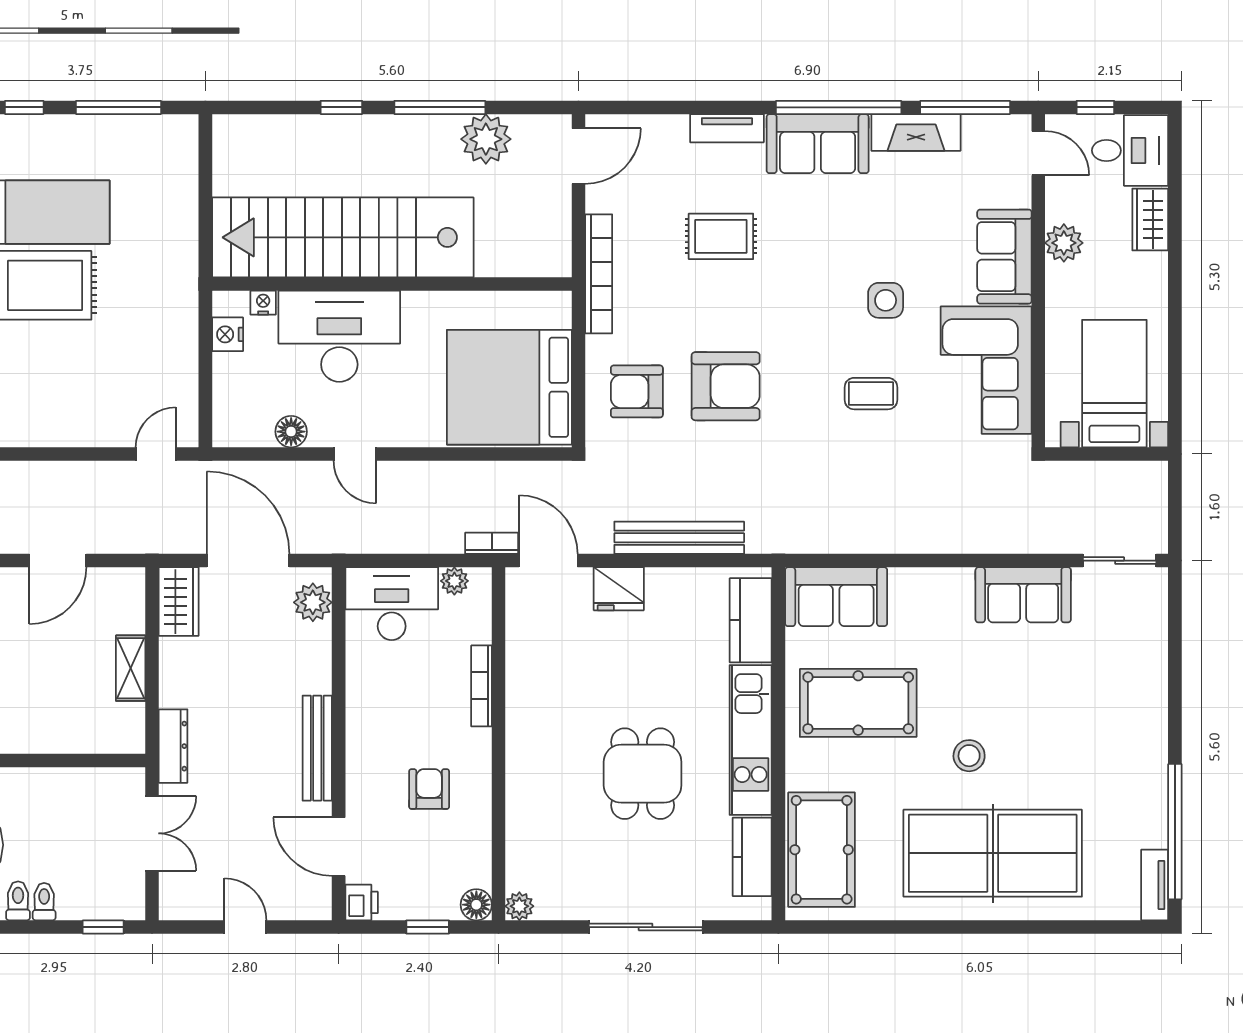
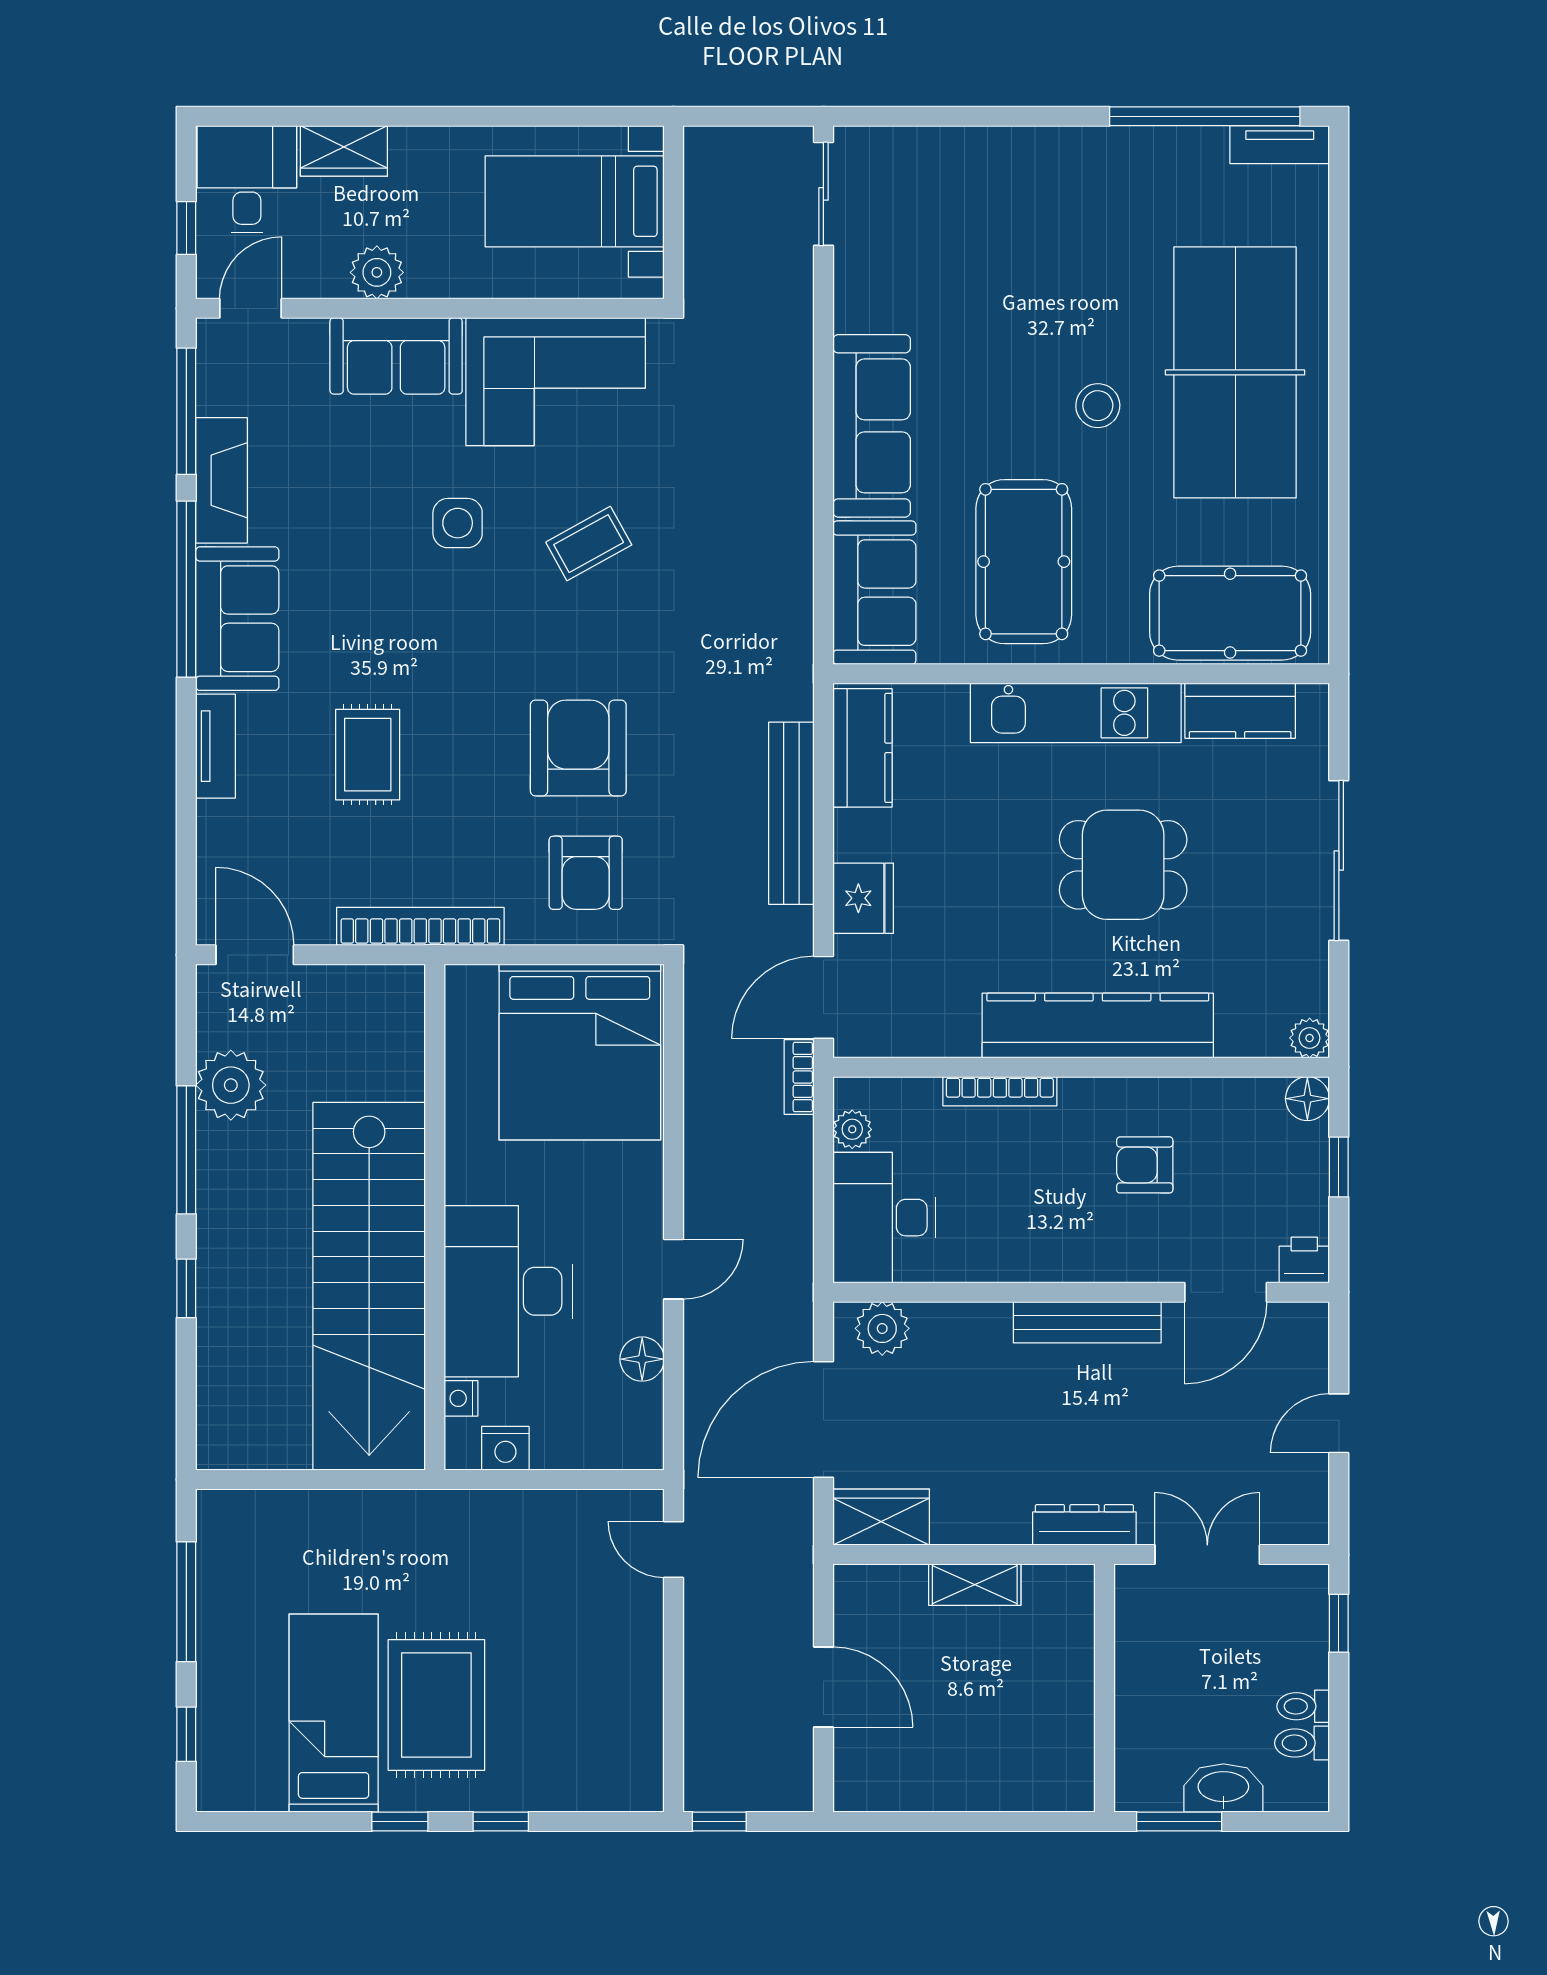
coffee table: (871, 394) -> (589, 544), turned 61
sofa: (1023, 595) -> (872, 426), moved, width x1.36
kitchen counter: (751, 620) -> (862, 748), moved, turned -90
kitchen counter: (528, 756) -> (1098, 1026), added

